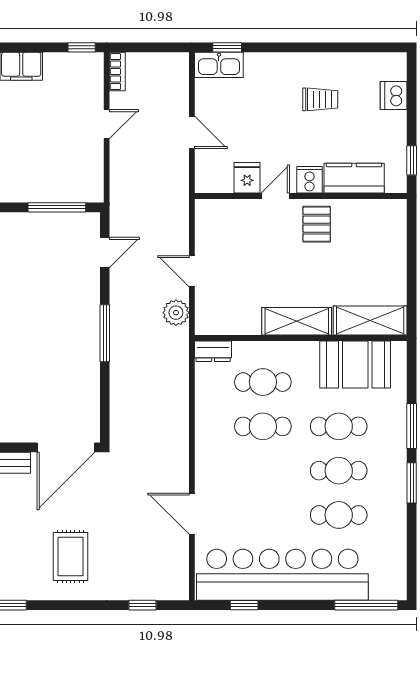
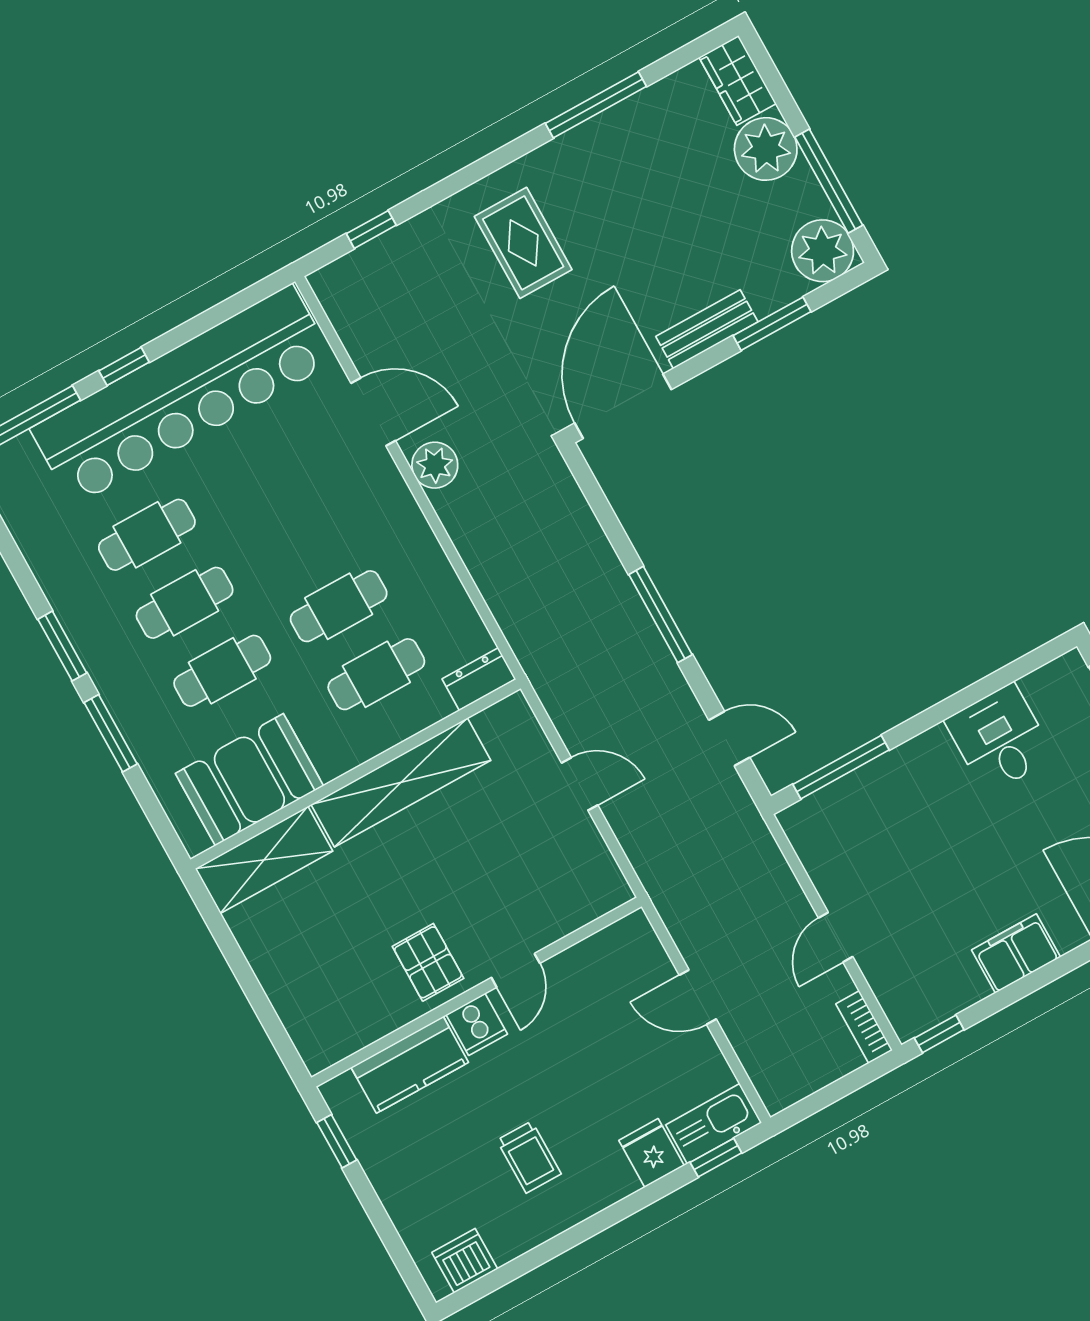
dishwasher: (394, 96) -> (465, 1261), moved, turned -90
trolley: (320, 99) -> (529, 1157), turned -90
fridge: (247, 178) -> (651, 1153), moved, turned 180
door: (105, 252) -> (729, 739), swing flipped
plant: (176, 313) -> (435, 465), moved
shelving: (297, 321) -> (401, 782), width x1.47
window: (244, 605) -> (124, 366), moved

